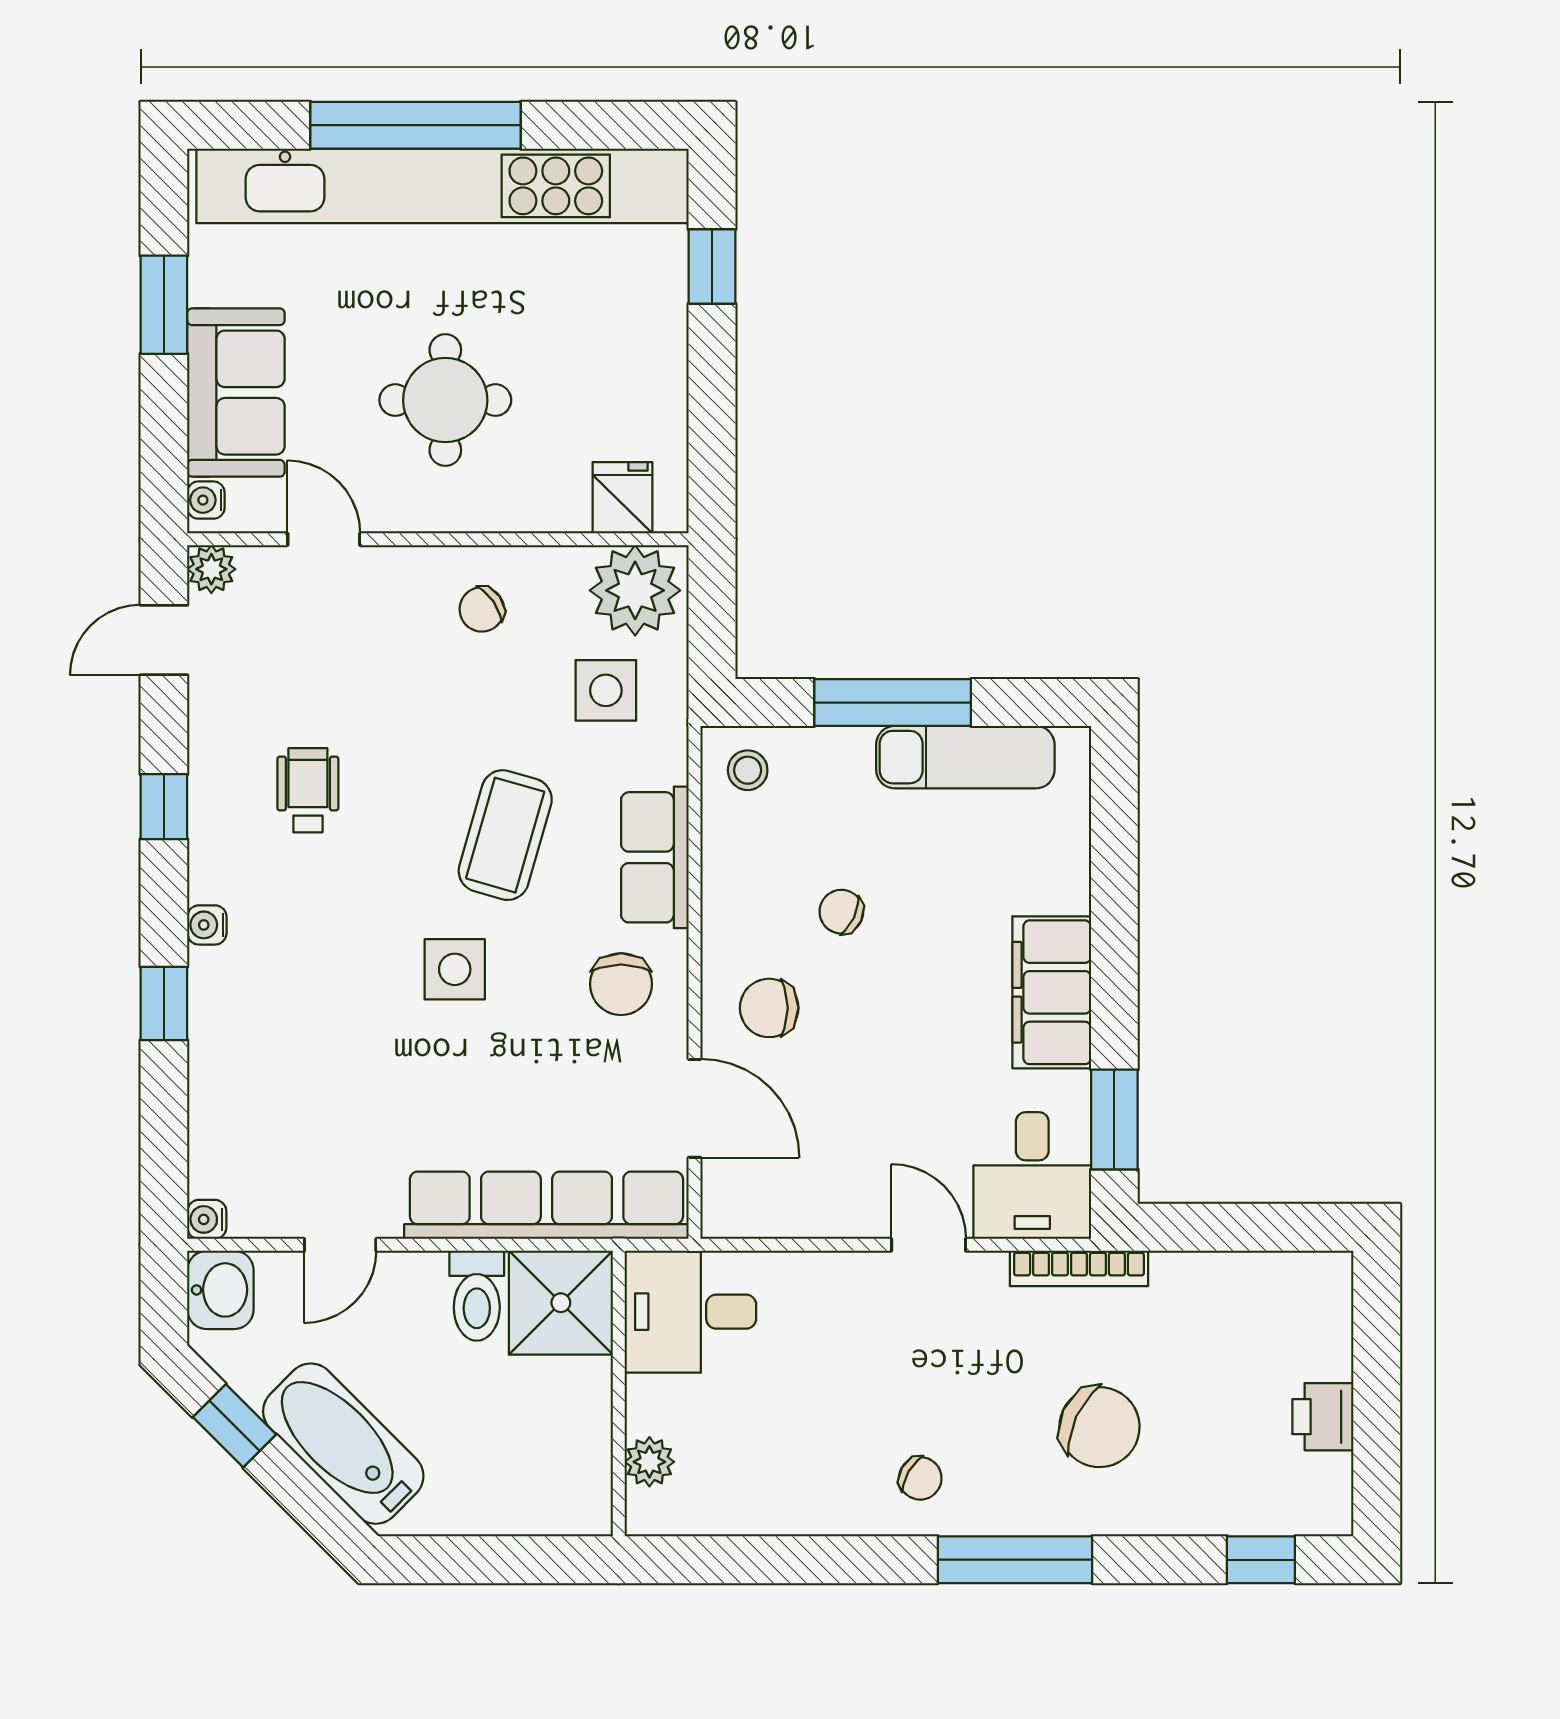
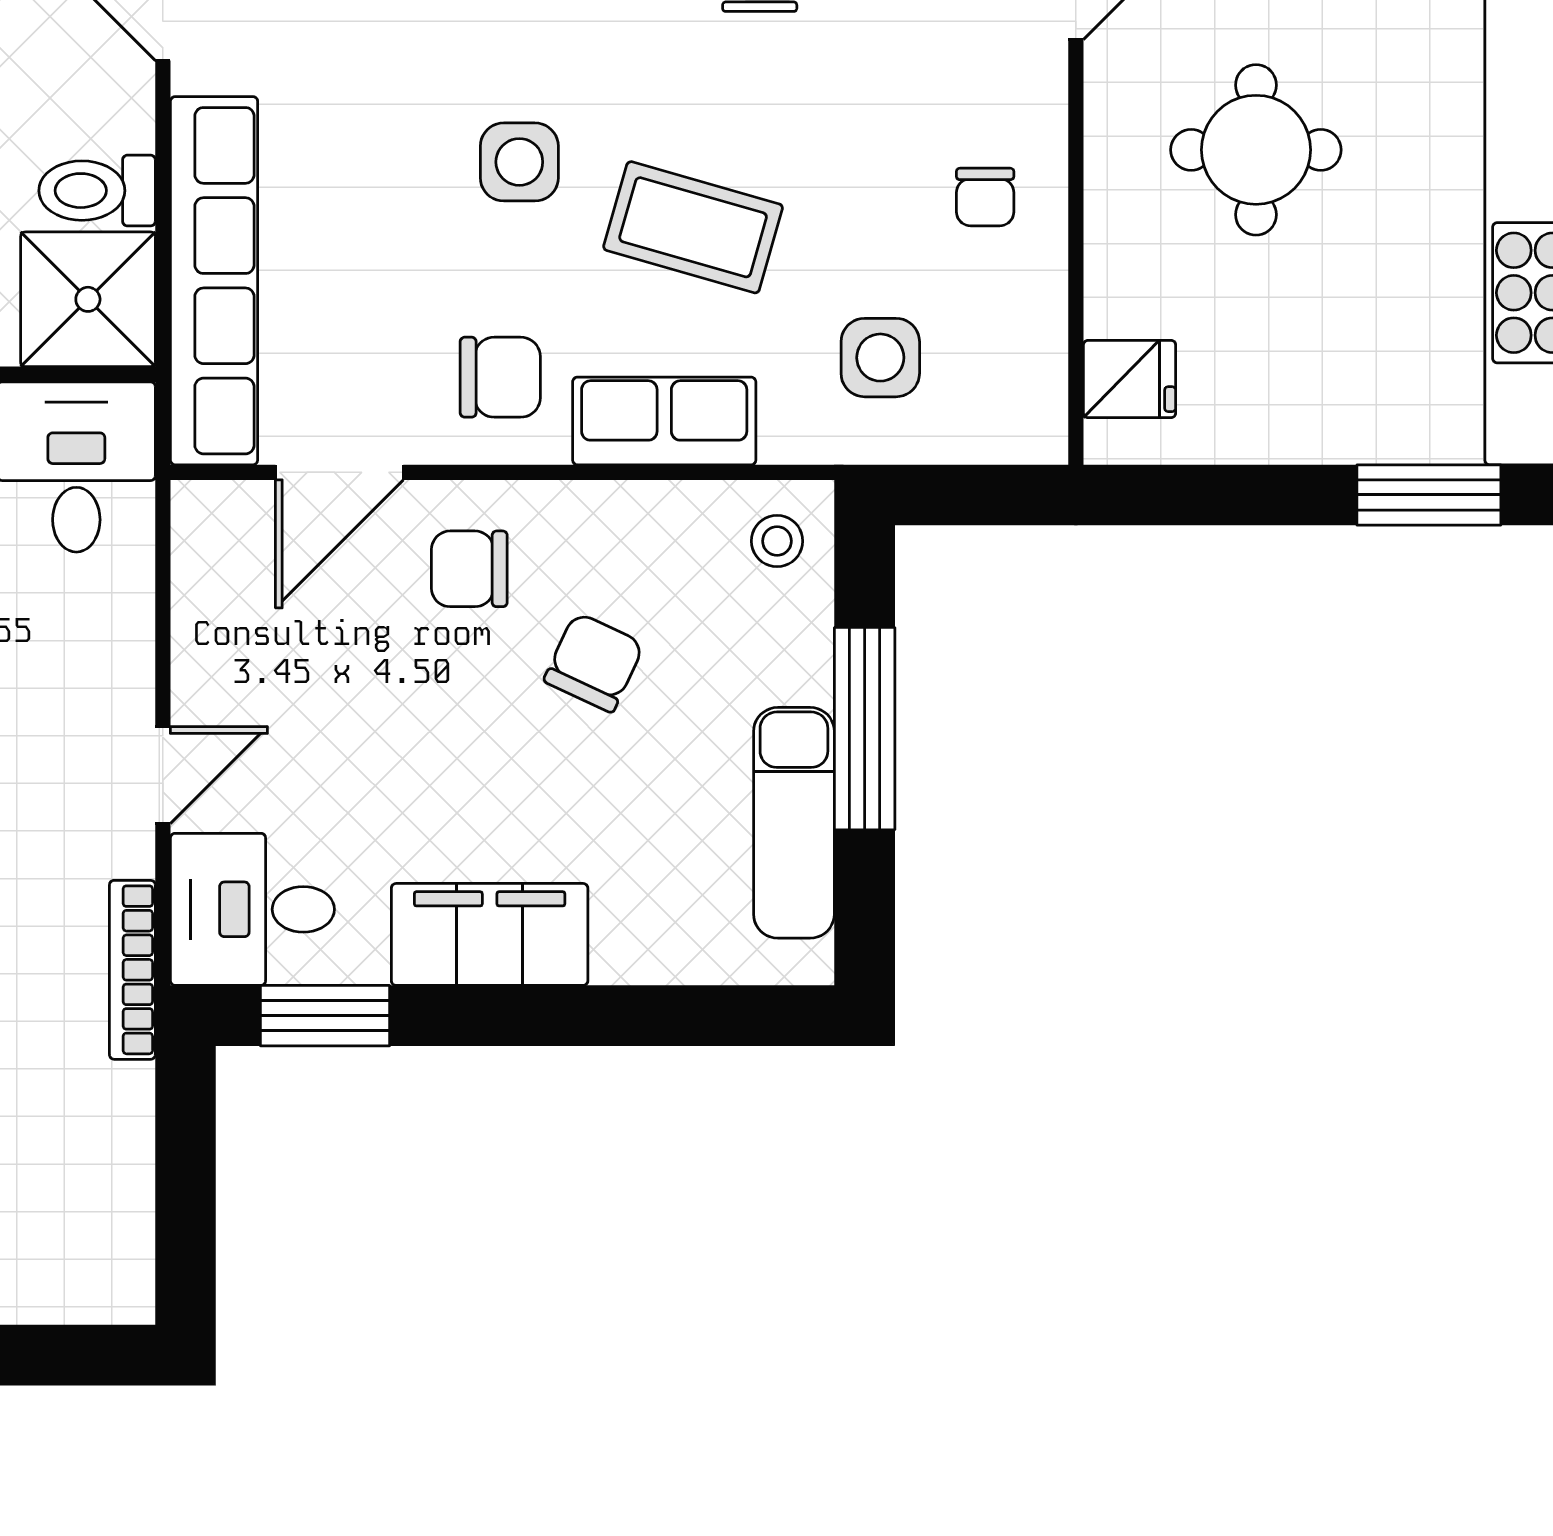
window: (712, 266) -> (1429, 495), width x1.50
plant: (635, 590) -> (1010, 395), removed
chair: (482, 609) -> (985, 197), turned -145
chair: (841, 912) -> (594, 662), width x1.37, depth x1.37
chair: (621, 984) -> (500, 377), turned 180
chair: (769, 1008) -> (469, 569), turned -90

